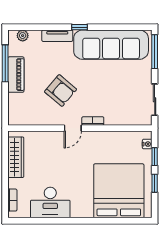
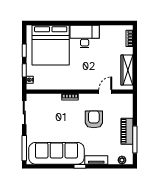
armchair: (61, 91) -> (94, 119), turned 50
door: (73, 128) -> (105, 92), moved
desk: (50, 203) -> (85, 36), moved

